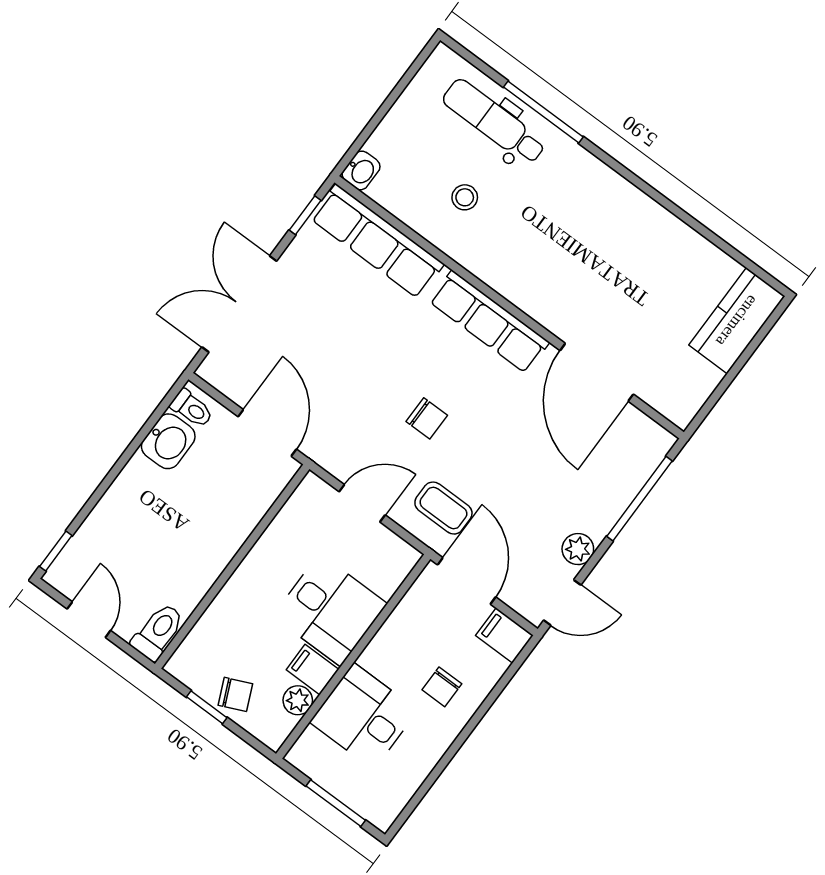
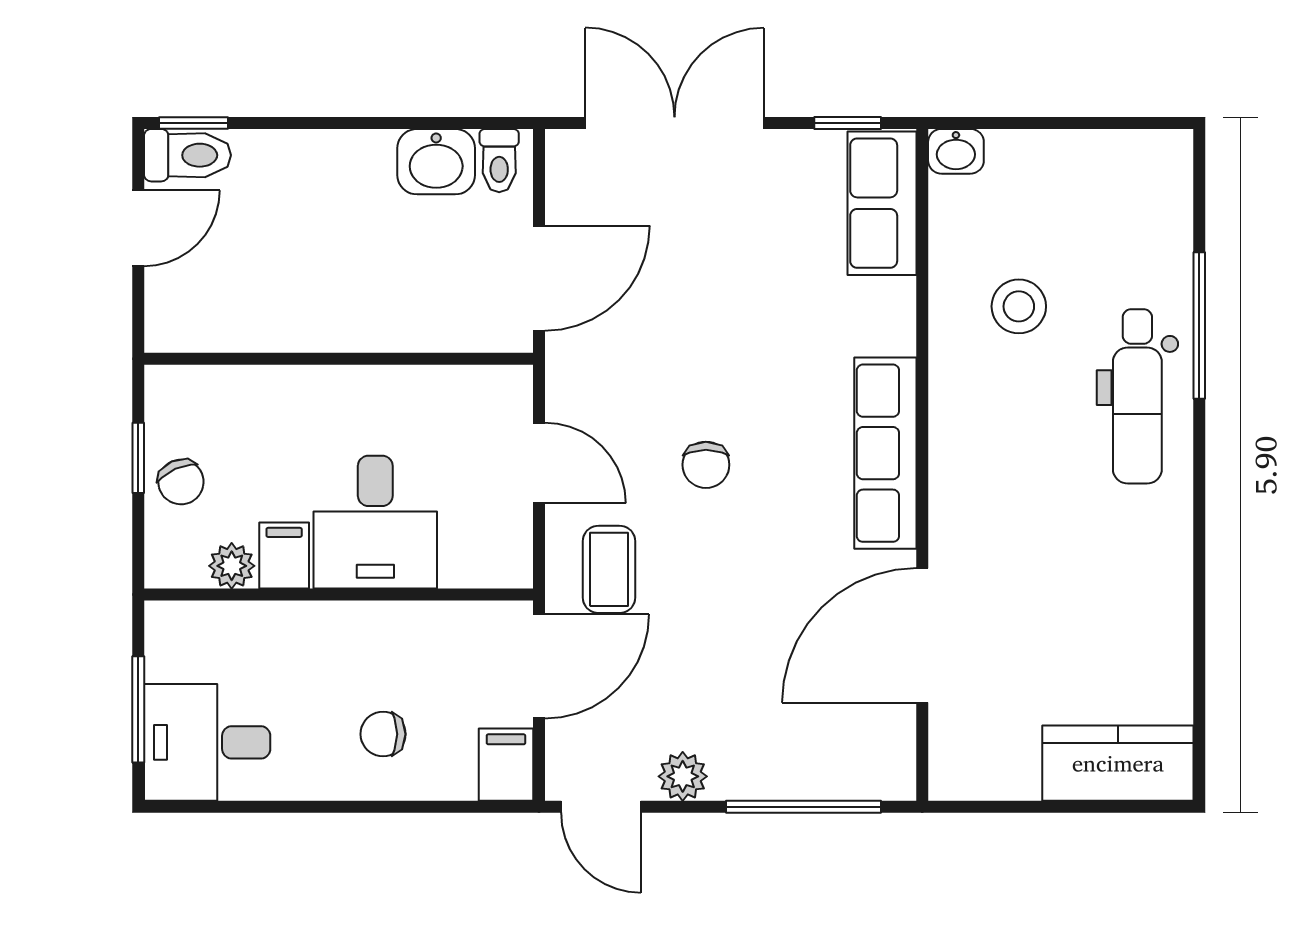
dental chair: (494, 122) -> (1137, 396), moved, turned 180
stool: (465, 197) -> (1019, 306), width x1.37, depth x1.37
row of seats: (377, 241) -> (882, 203), width x0.68
toilet: (158, 632) -> (188, 155), moved
desk: (364, 716) -> (207, 742), moved, turned -90

